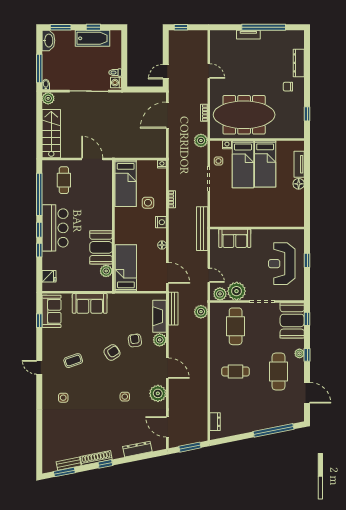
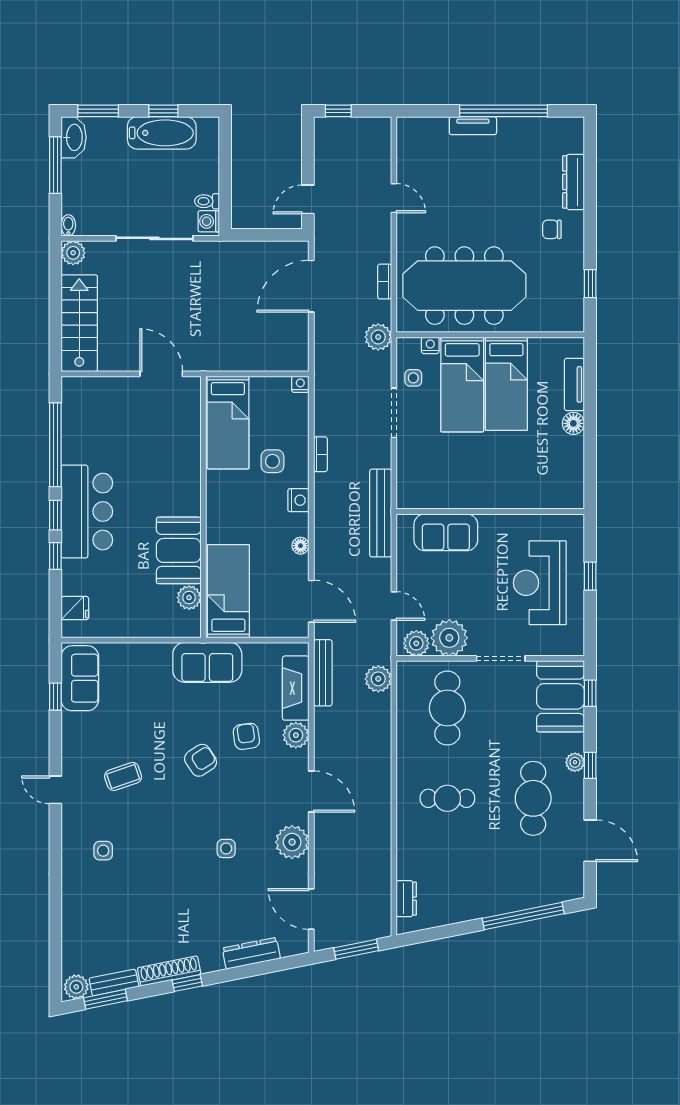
window: (39, 68) -> (55, 165), moved
cafe table: (64, 180) -> (105, 416), removed
sofa: (90, 303) -> (207, 662), moved
plant: (50, 466) -> (76, 987), added

